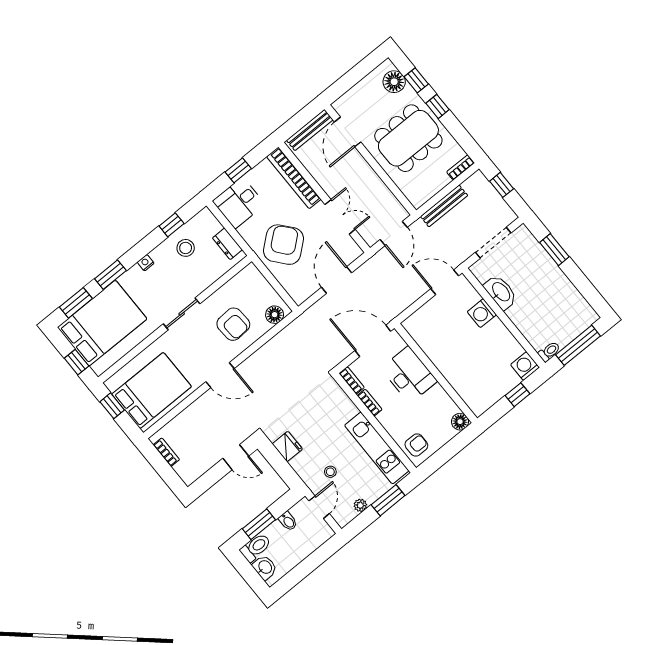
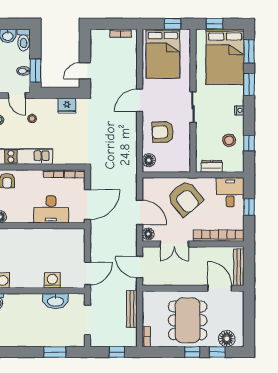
floor lamp: (352, 253) -> (148, 234), added
window: (259, 524) -> (35, 71), moved

